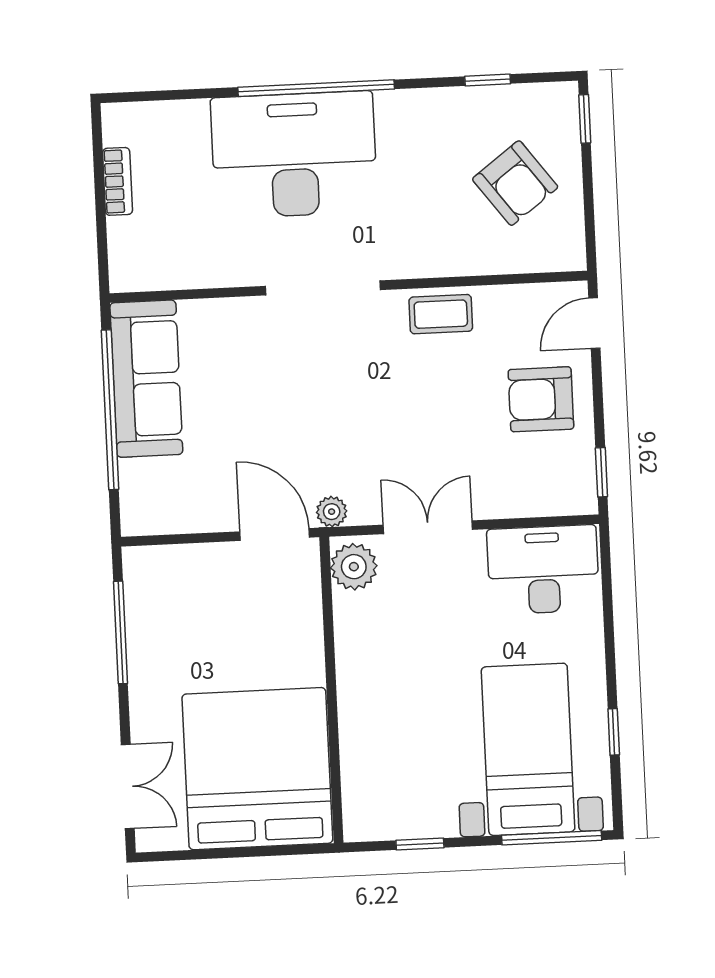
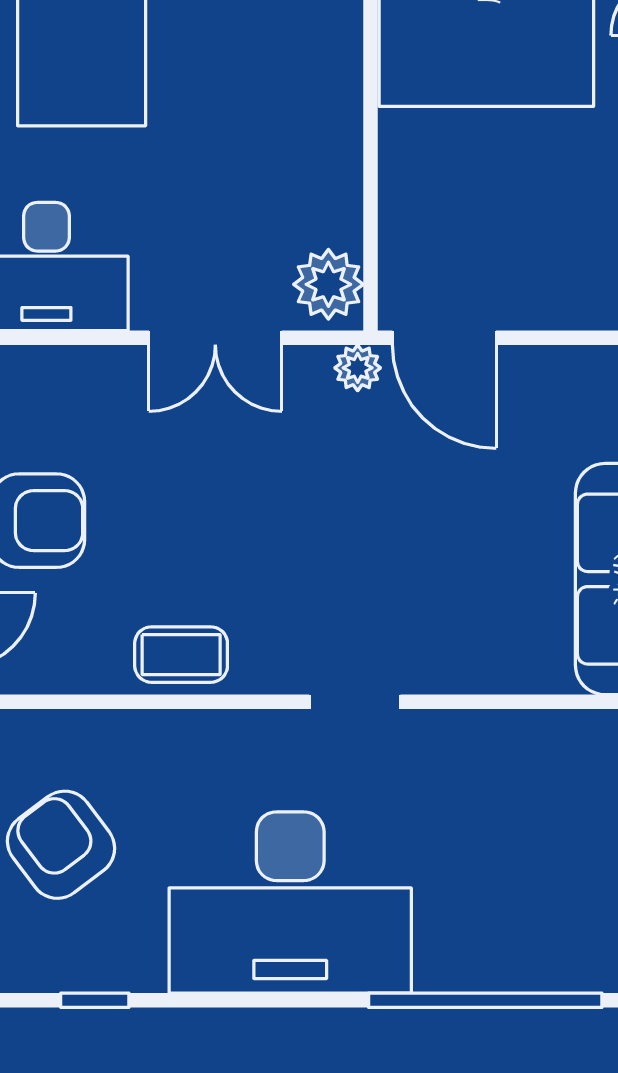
window: (316, 88) -> (485, 1000), moved
desk: (294, 155) -> (290, 902), moved
doorway: (323, 288) -> (355, 702), width x0.53

